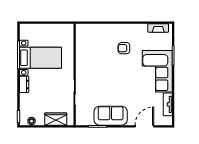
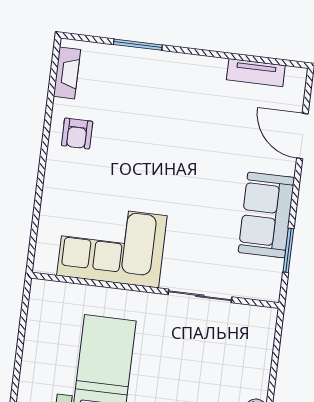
armchair: (124, 48) -> (77, 134), moved
corner sofa: (157, 71) -> (112, 246), moved, turned 180
wardrobe: (56, 119) -> (258, 350), removed

